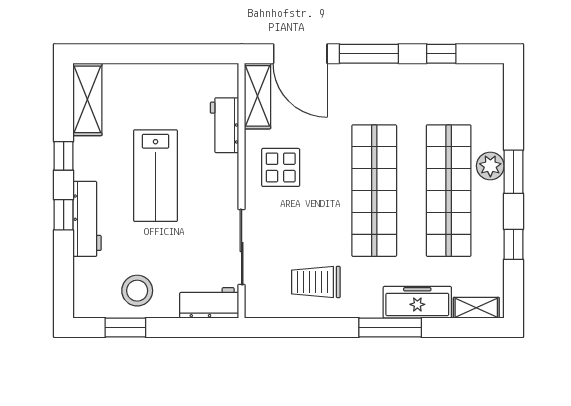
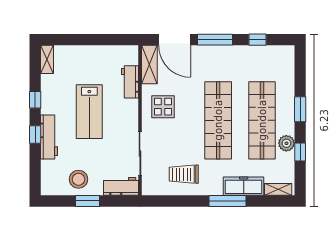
shelving: (87, 99) -> (47, 59), width x0.67, depth x0.75
plant: (490, 166) -> (286, 143), moved
window: (125, 327) -> (87, 201), moved

